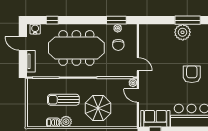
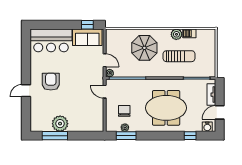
door: (23, 43) -> (220, 112), swing flipped
meeting table: (76, 48) -> (166, 108), width x0.73
armchair: (192, 74) -> (51, 82), turned 180

